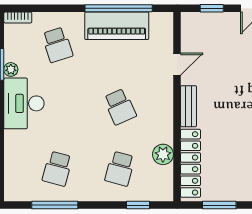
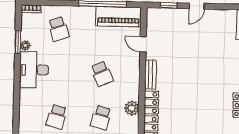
piano: (117, 26) -> (119, 17), moved
door: (177, 64) -> (143, 44), swing flipped

